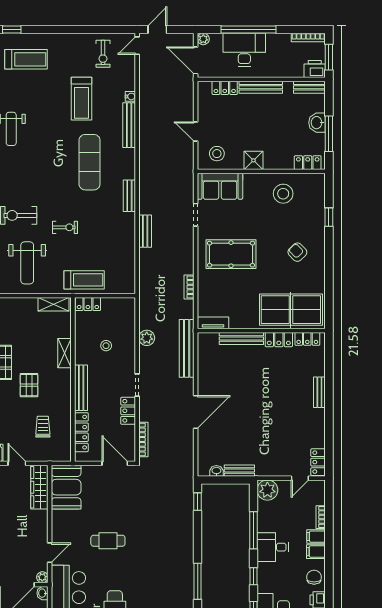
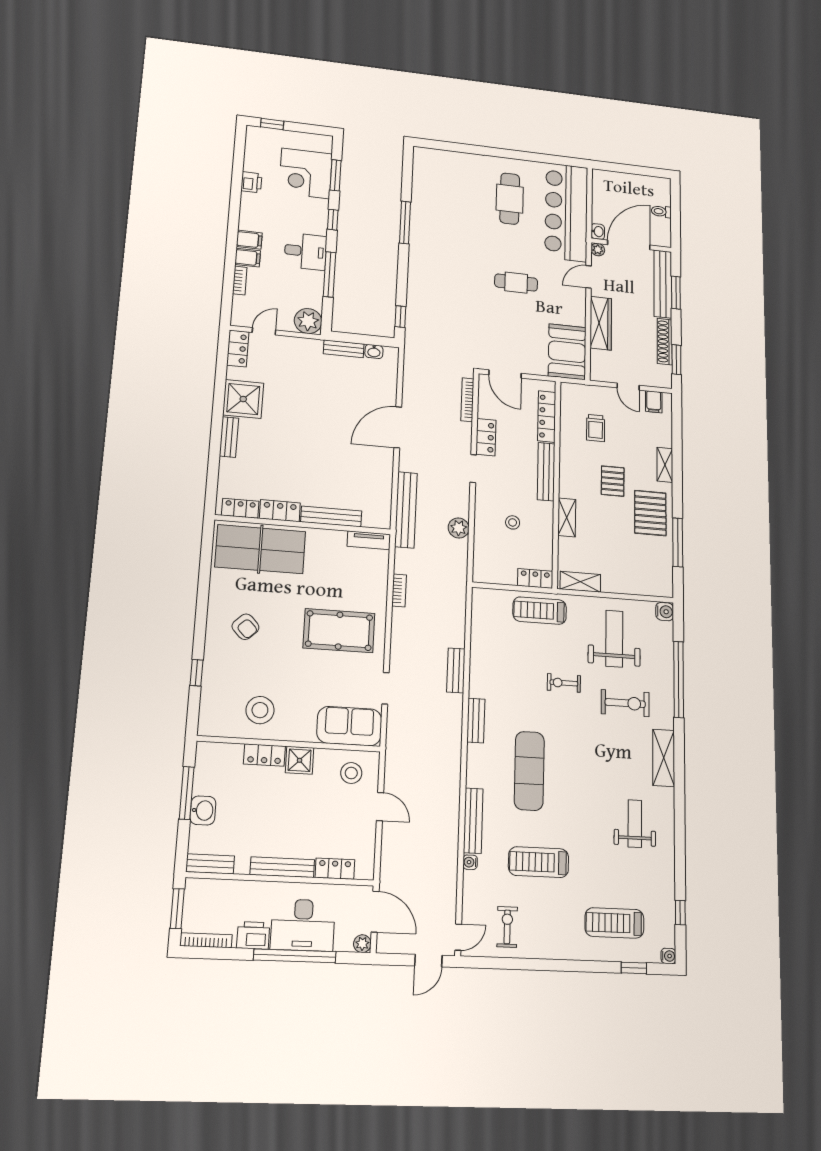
printer: (315, 69) -> (253, 935), moved, turned 180
treadmill: (81, 99) -> (539, 862), turned -90
locker: (308, 163) -> (264, 755), moved
shower: (311, 423) -> (243, 399), added
wardrobe: (39, 487) -> (601, 323), moved
chair: (314, 577) -> (254, 210), removed

